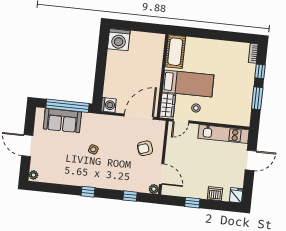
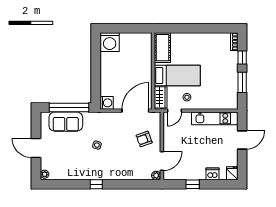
door: (162, 174) -> (162, 161), hinge flipped
window: (130, 196) -> (135, 184), removed

